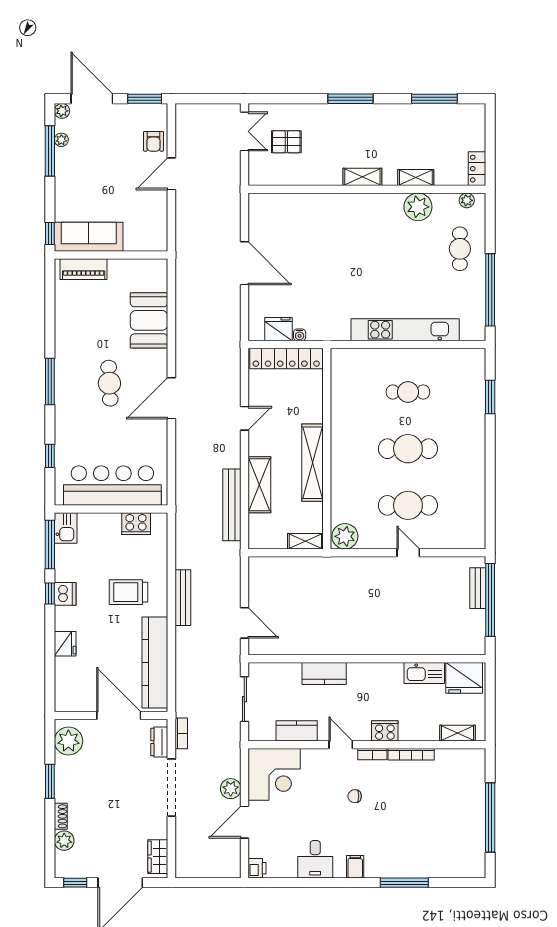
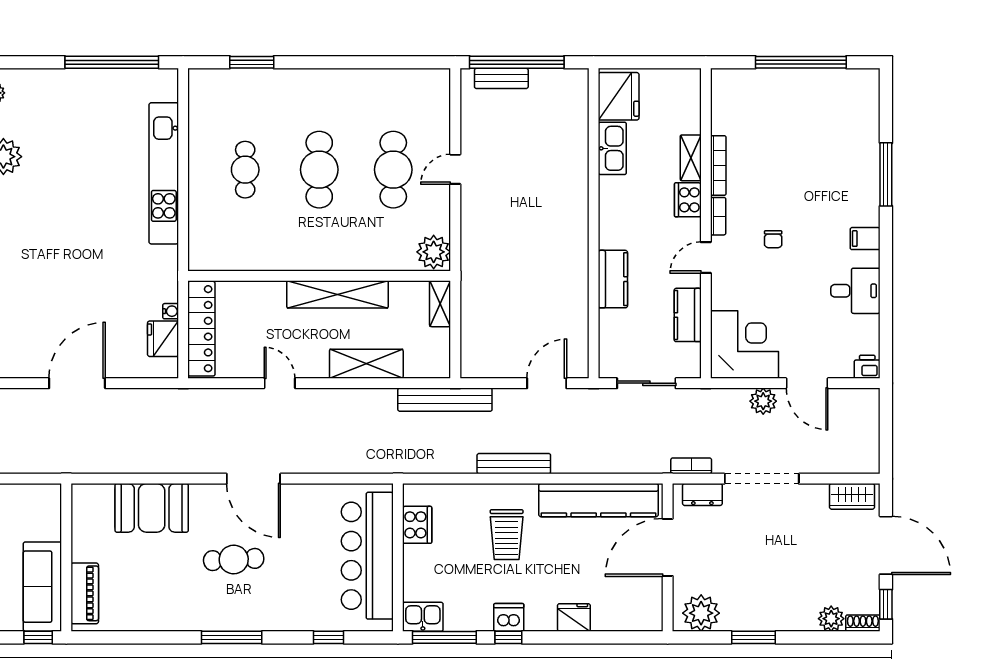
cafe table: (460, 249) -> (58, 102), removed
bench: (232, 505) -> (445, 400), moved
shelving: (457, 733) -> (691, 158), moved
shoe rack: (61, 816) -> (863, 623), moved

